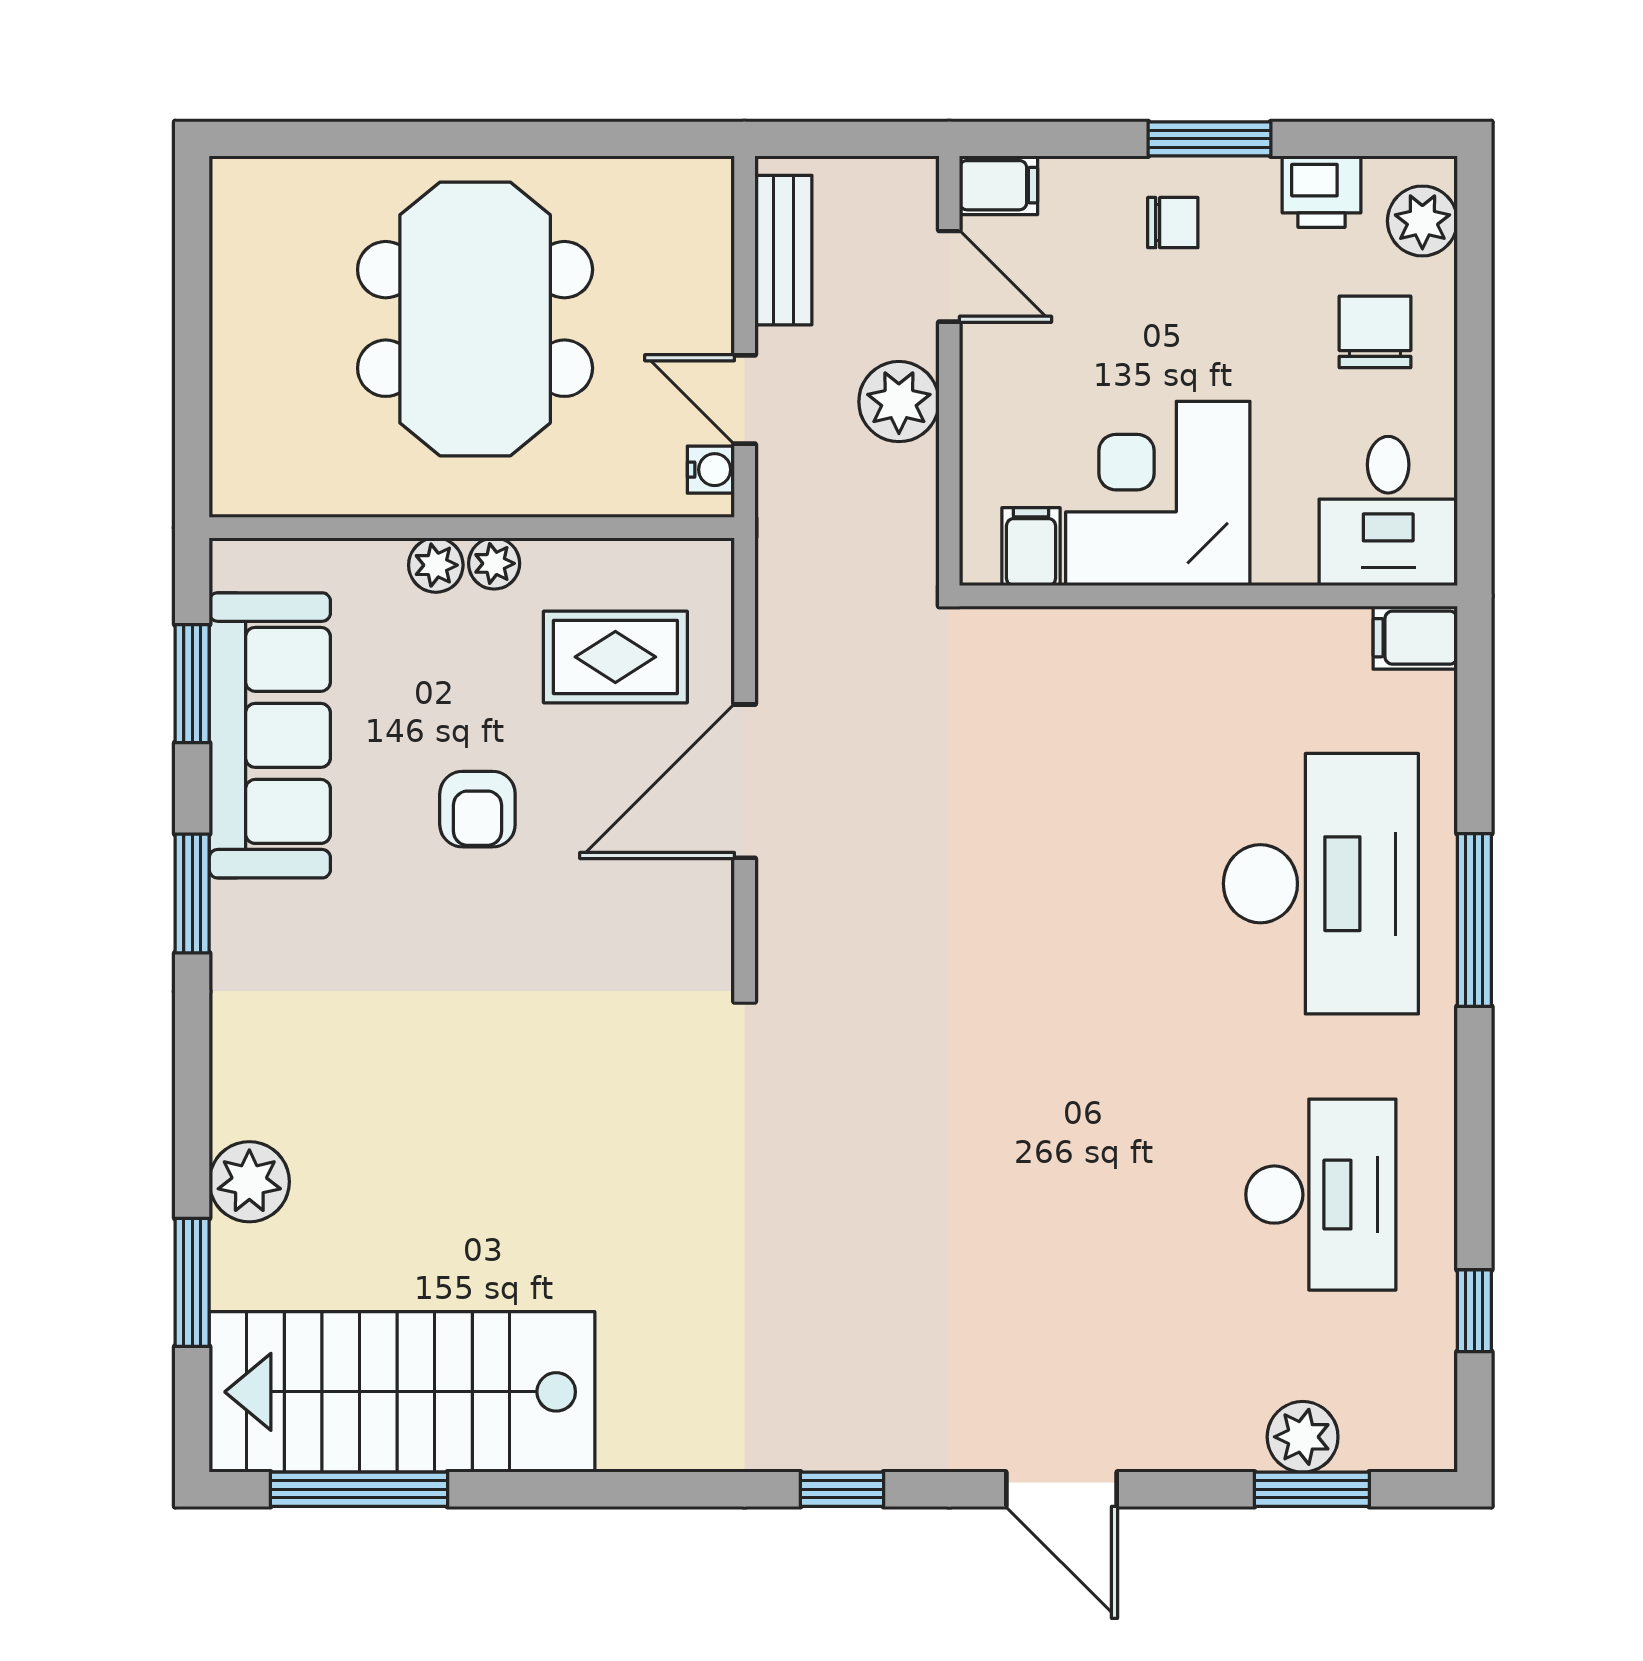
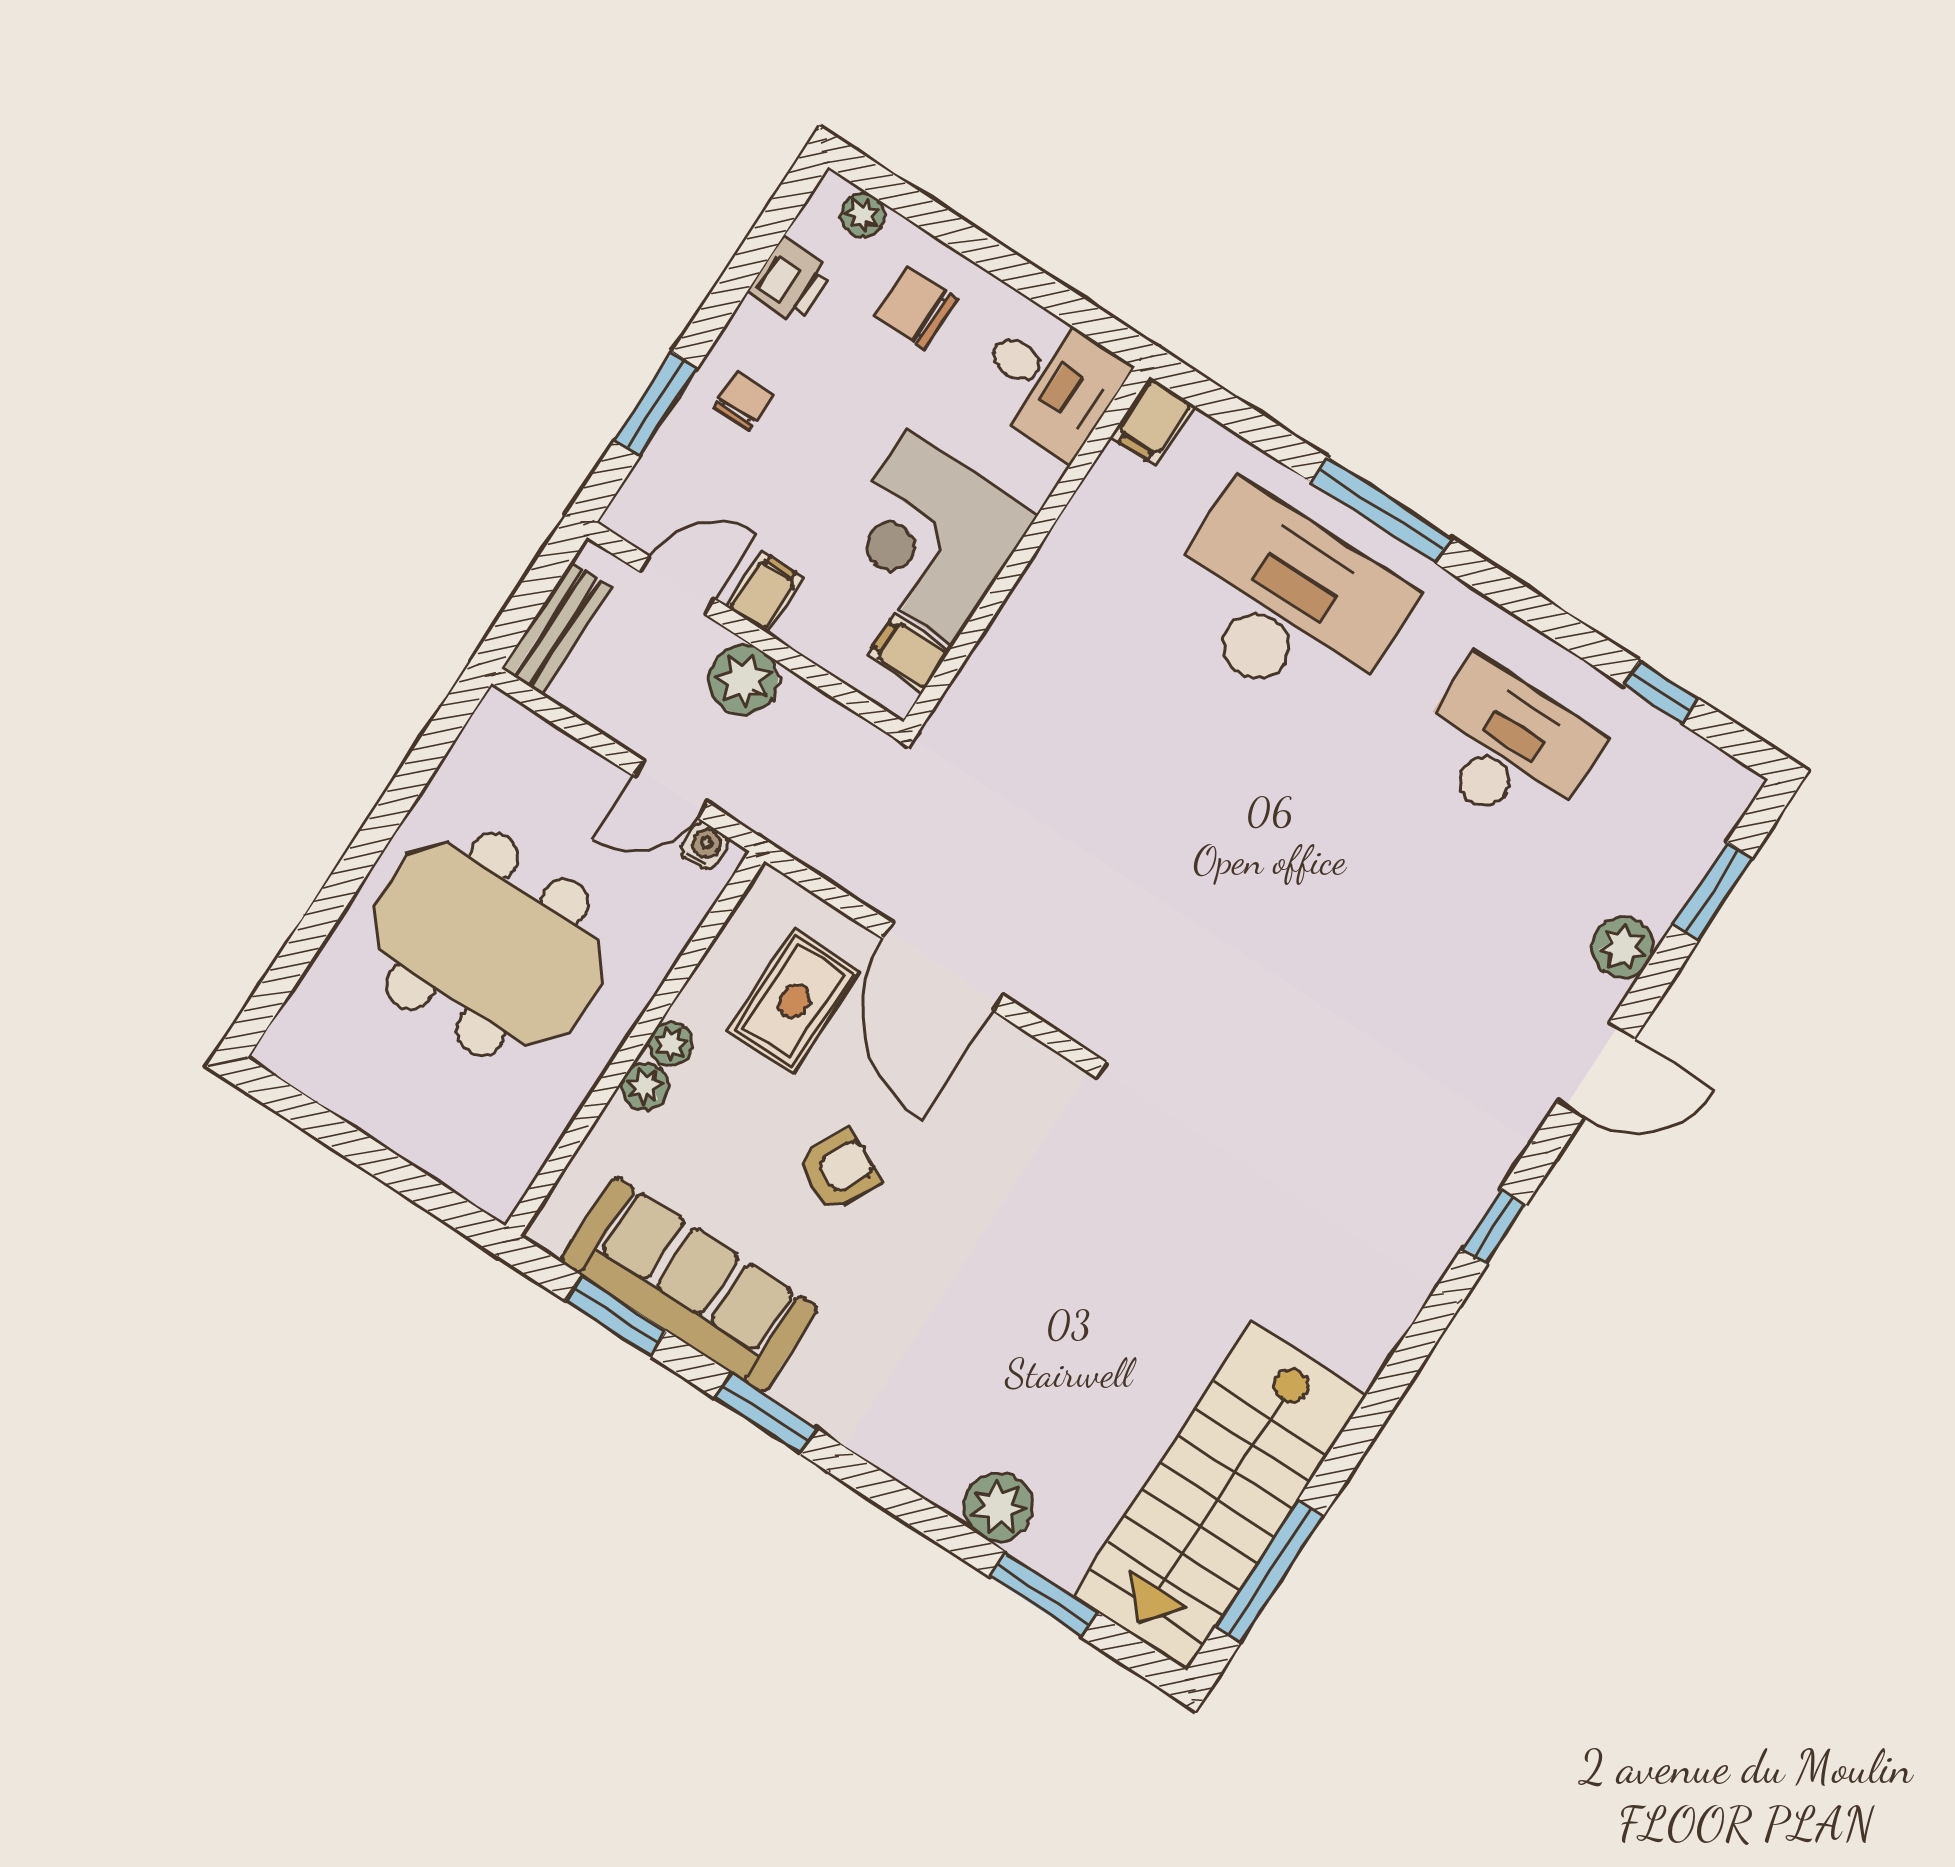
window: (1209, 139) -> (656, 404), moved
filing cabinet: (999, 185) -> (764, 592), moved
plant: (1422, 221) -> (863, 215), width x0.73, depth x0.73
bench: (783, 250) -> (556, 628), moved, turned 90
armchair: (477, 809) -> (839, 1171), turned -63
plant: (1303, 1437) -> (1623, 947), moved

